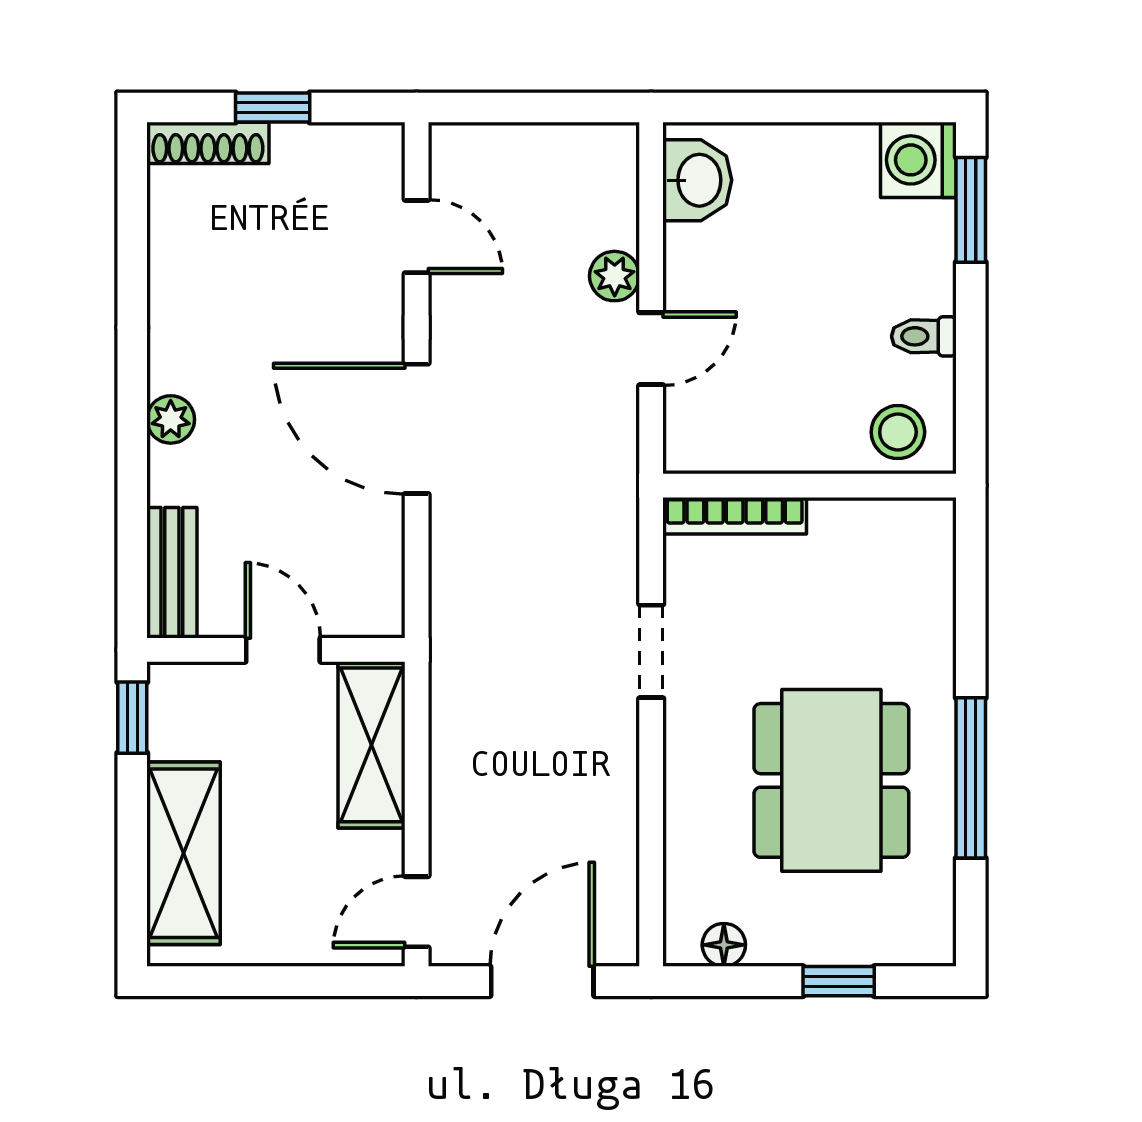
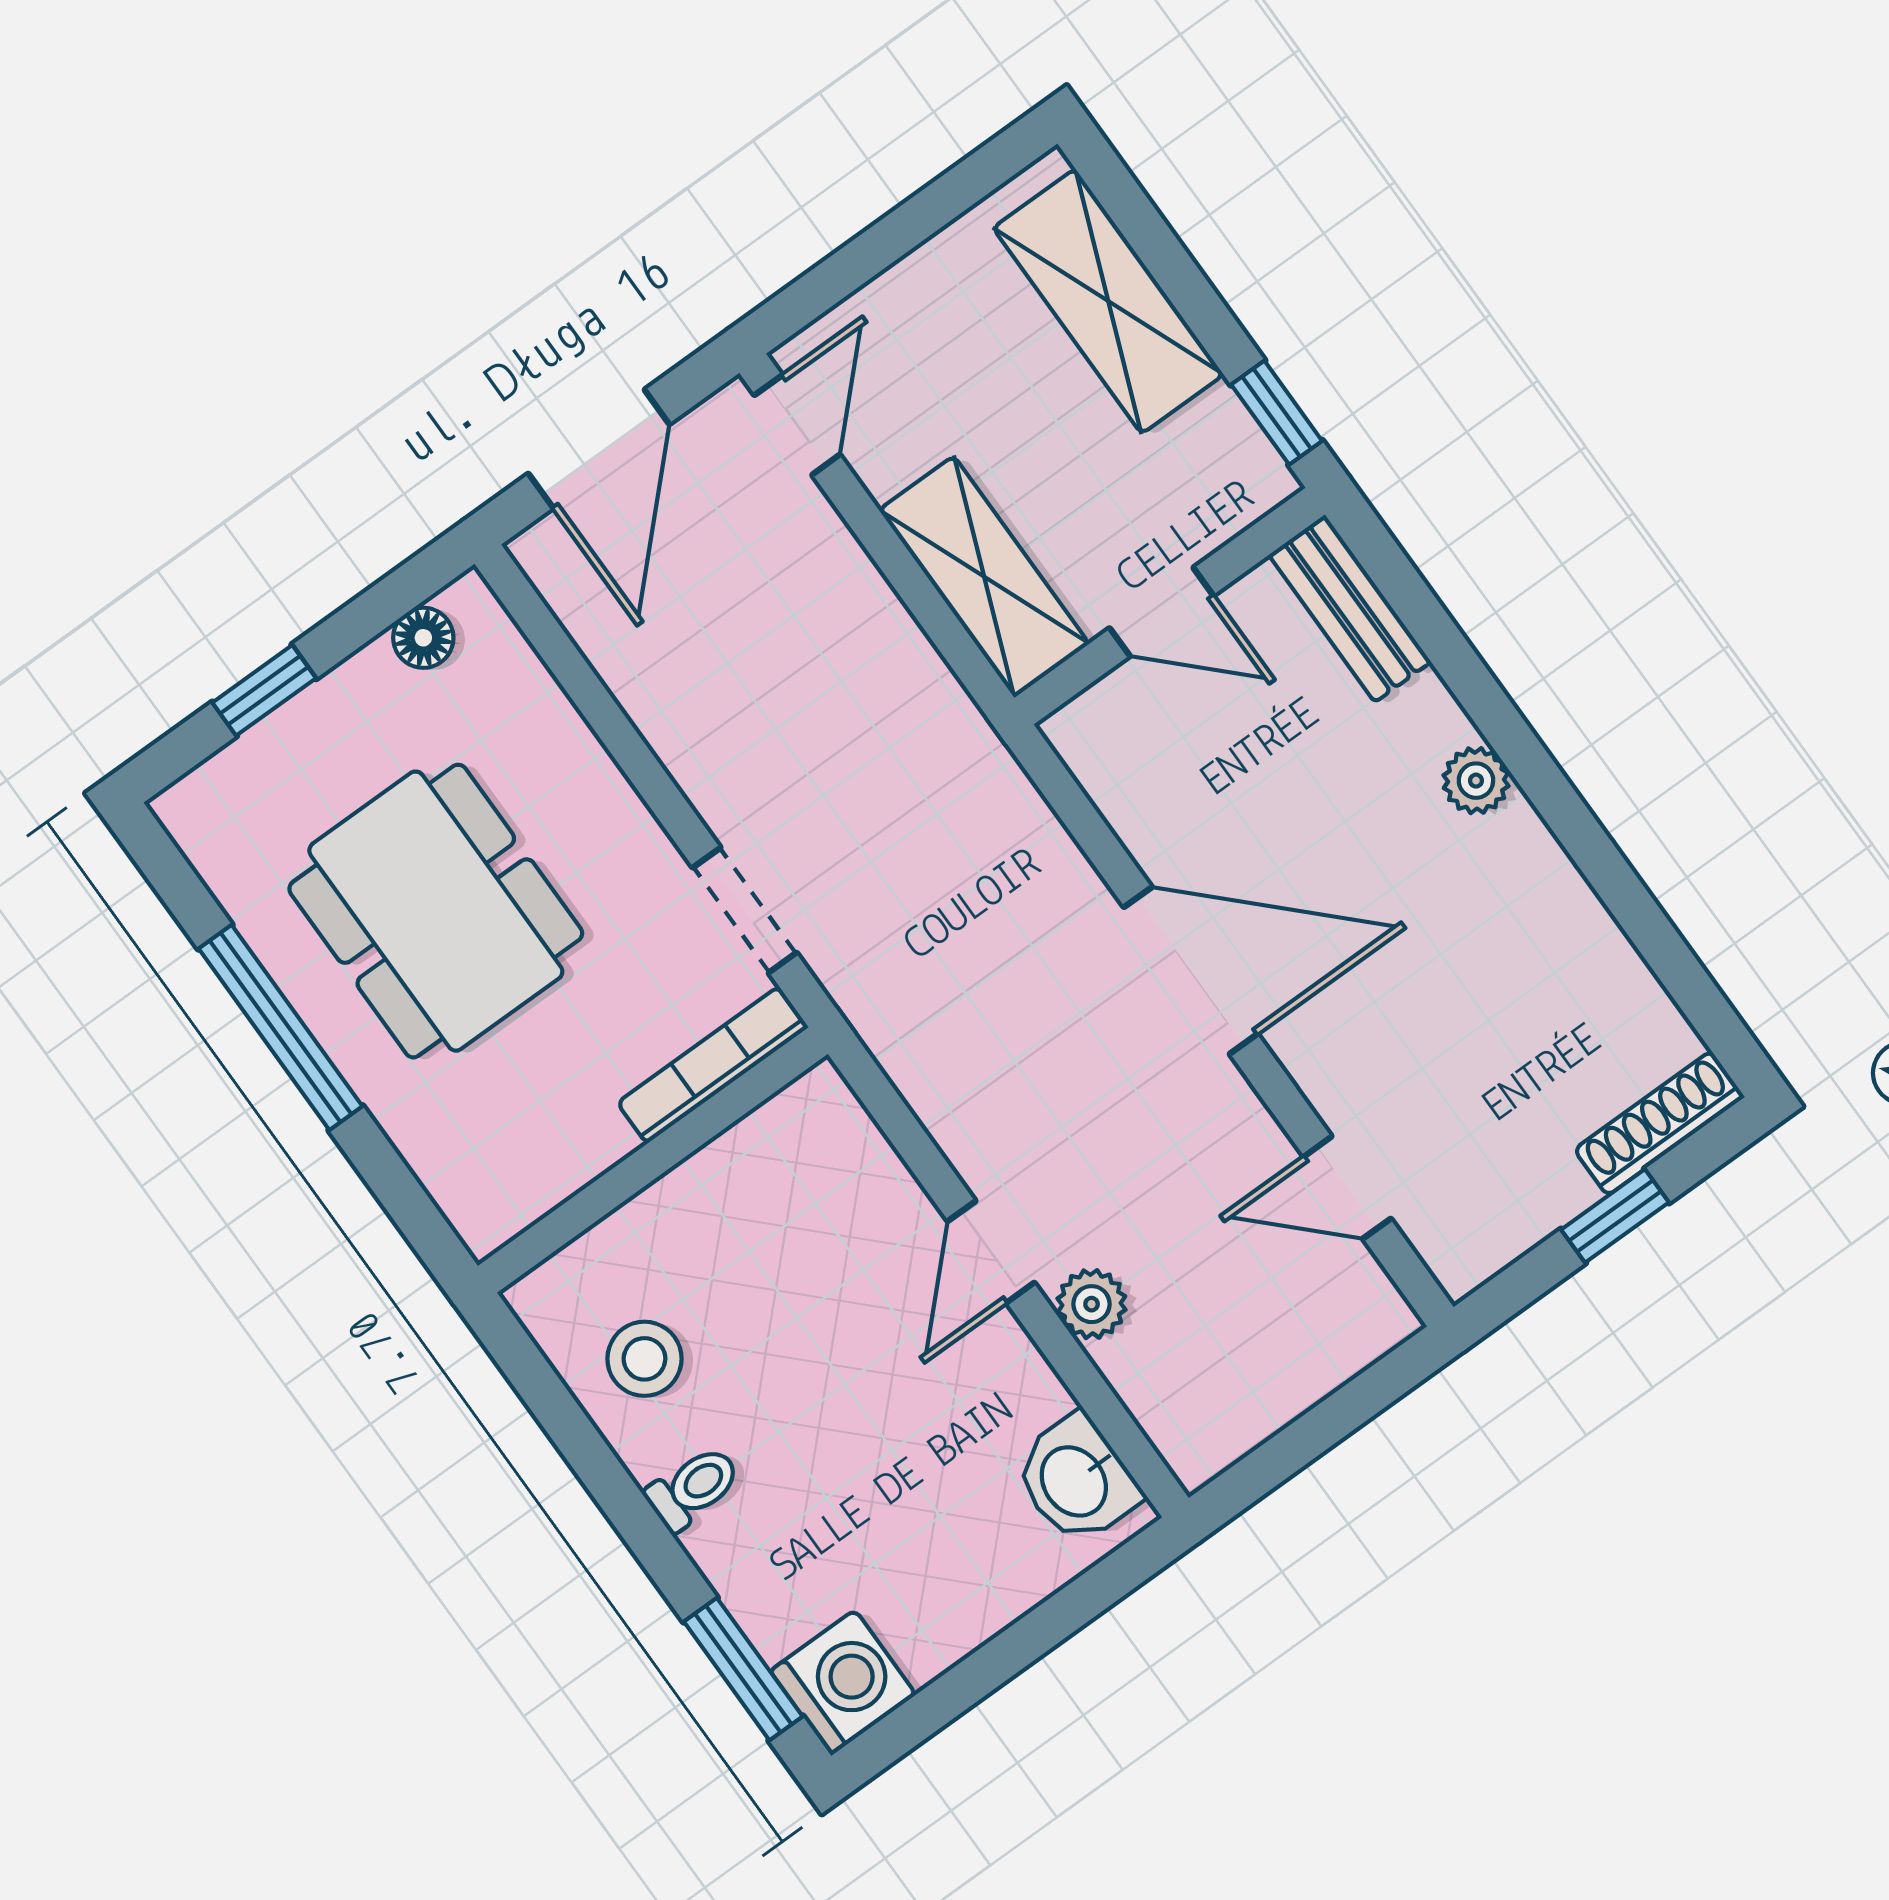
wall: (809, 486) -> (653, 1160), moved
bookcase: (735, 516) -> (713, 1065), moved

